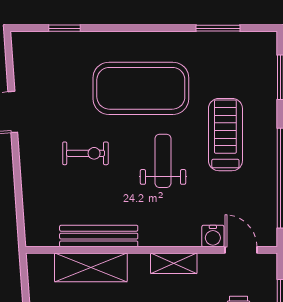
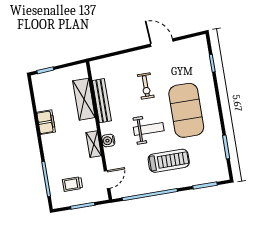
water cooler: (213, 236) -> (108, 141), moved

